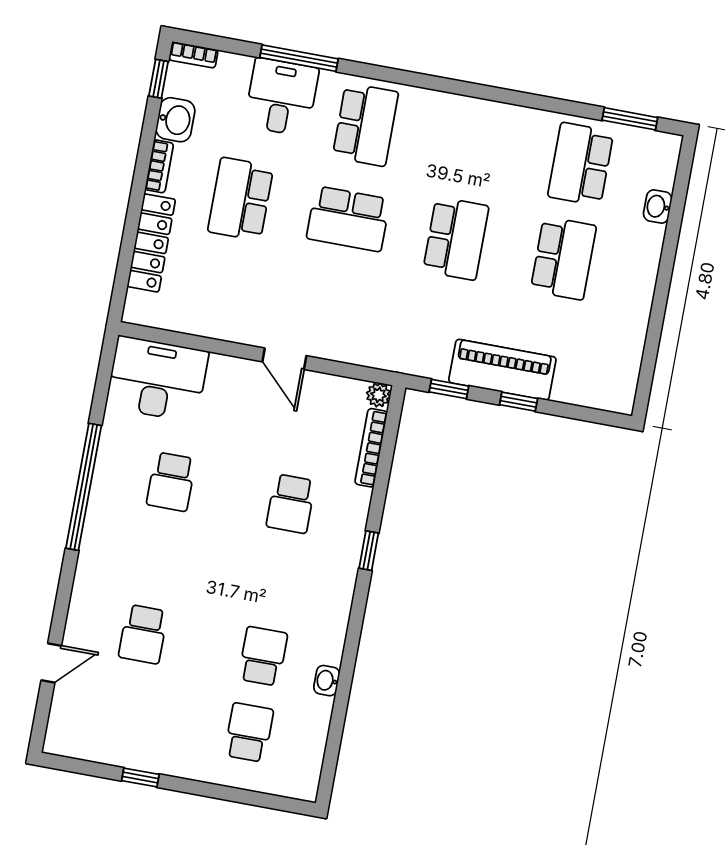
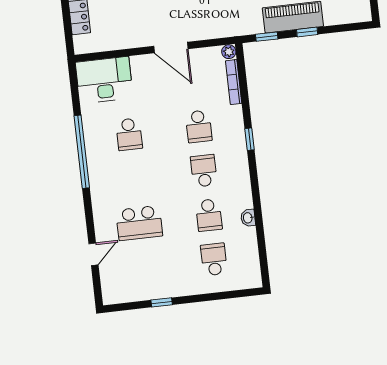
door: (284, 359) -> (171, 48), width x1.38
school desk: (277, 580) -> (204, 171), added
school desk: (143, 634) -> (139, 223), width x1.85
school desk: (263, 656) -> (209, 215), turned 180

